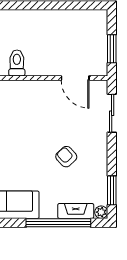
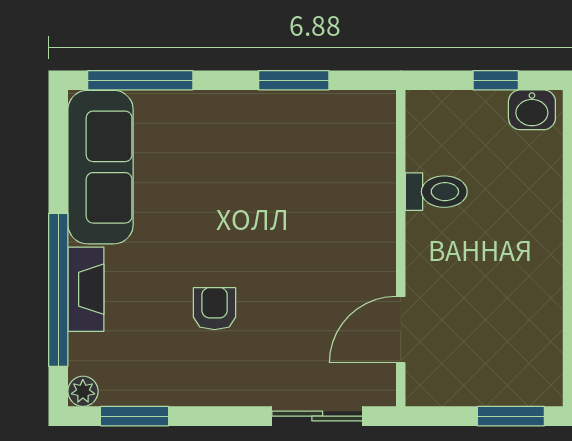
window: (112, 49) -> (511, 416), moved
armchair: (66, 157) -> (215, 309), turned -47
fireplace: (76, 211) -> (86, 289), moved

